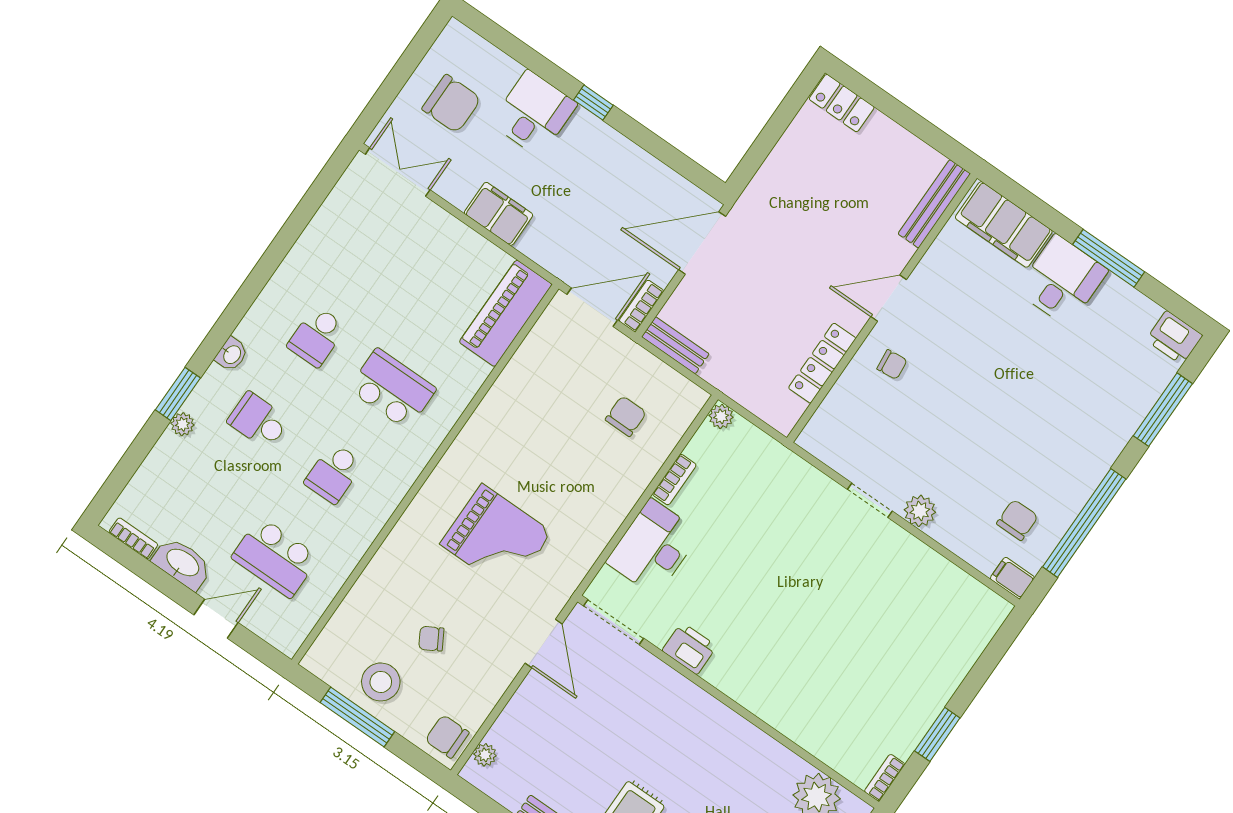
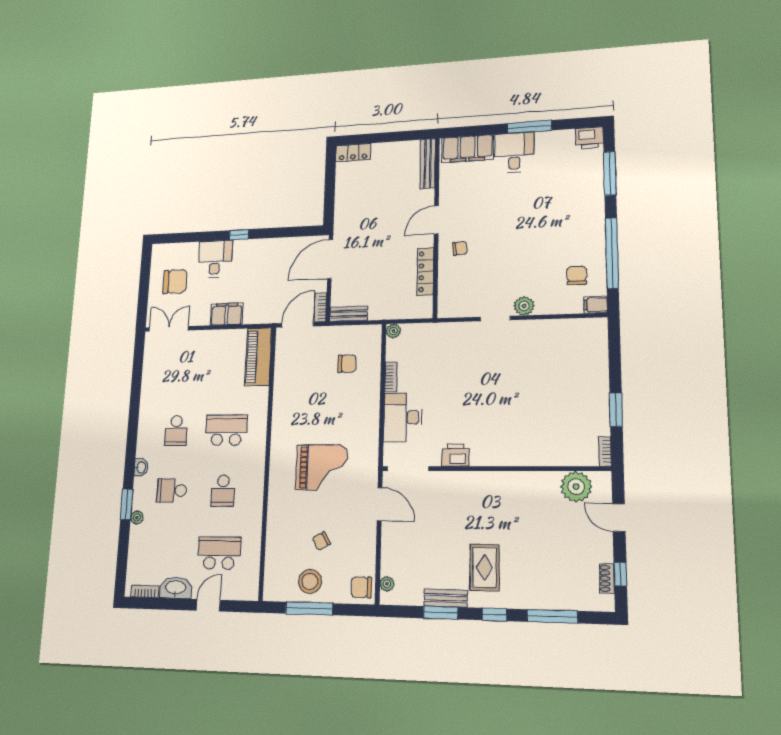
chair: (626, 416) -> (347, 364), turned 90
school desk: (275, 557) -> (219, 553), turned 180

